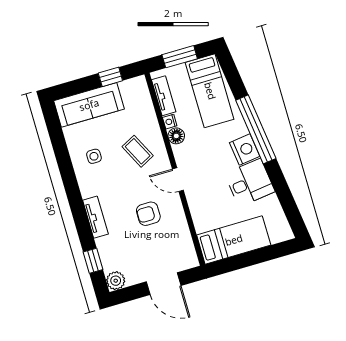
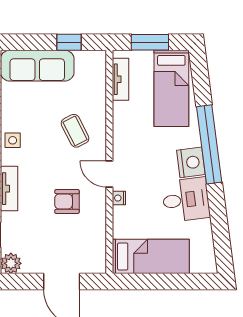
nightstand: (170, 122) -> (119, 198), moved
floor lamp: (176, 136) -> (121, 126), removed
side table: (94, 156) -> (13, 140), moved

